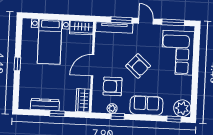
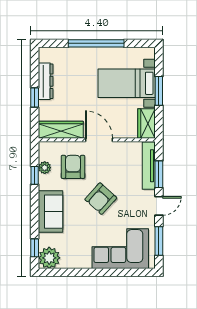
window: (57, 17) -> (159, 91), added
window: (17, 64) -> (96, 43), width x3.17
wardrobe: (83, 100) -> (61, 130), width x1.50

